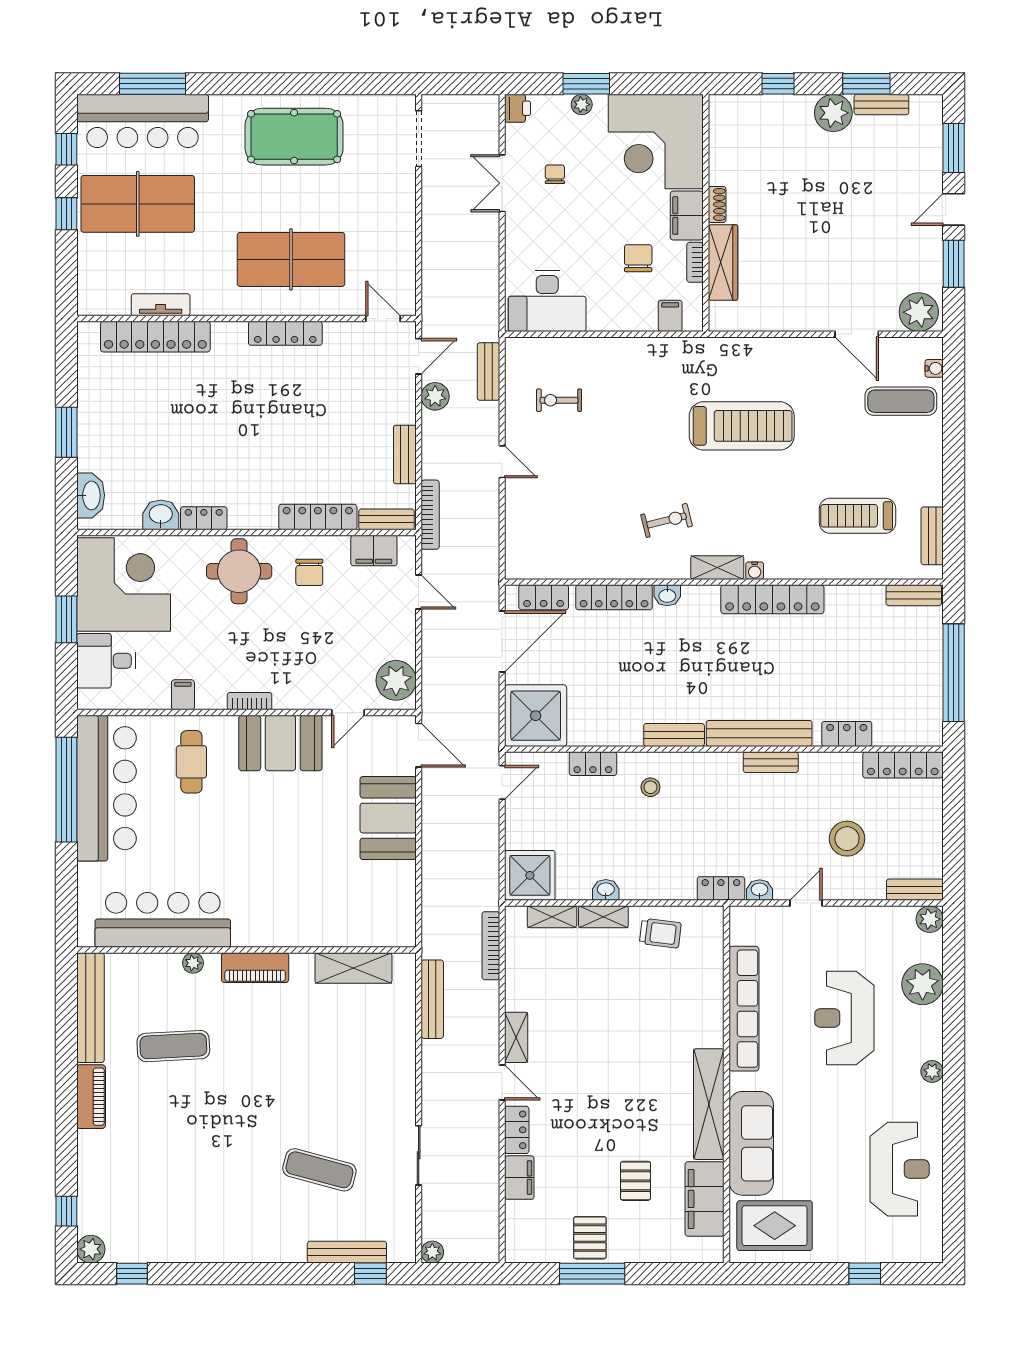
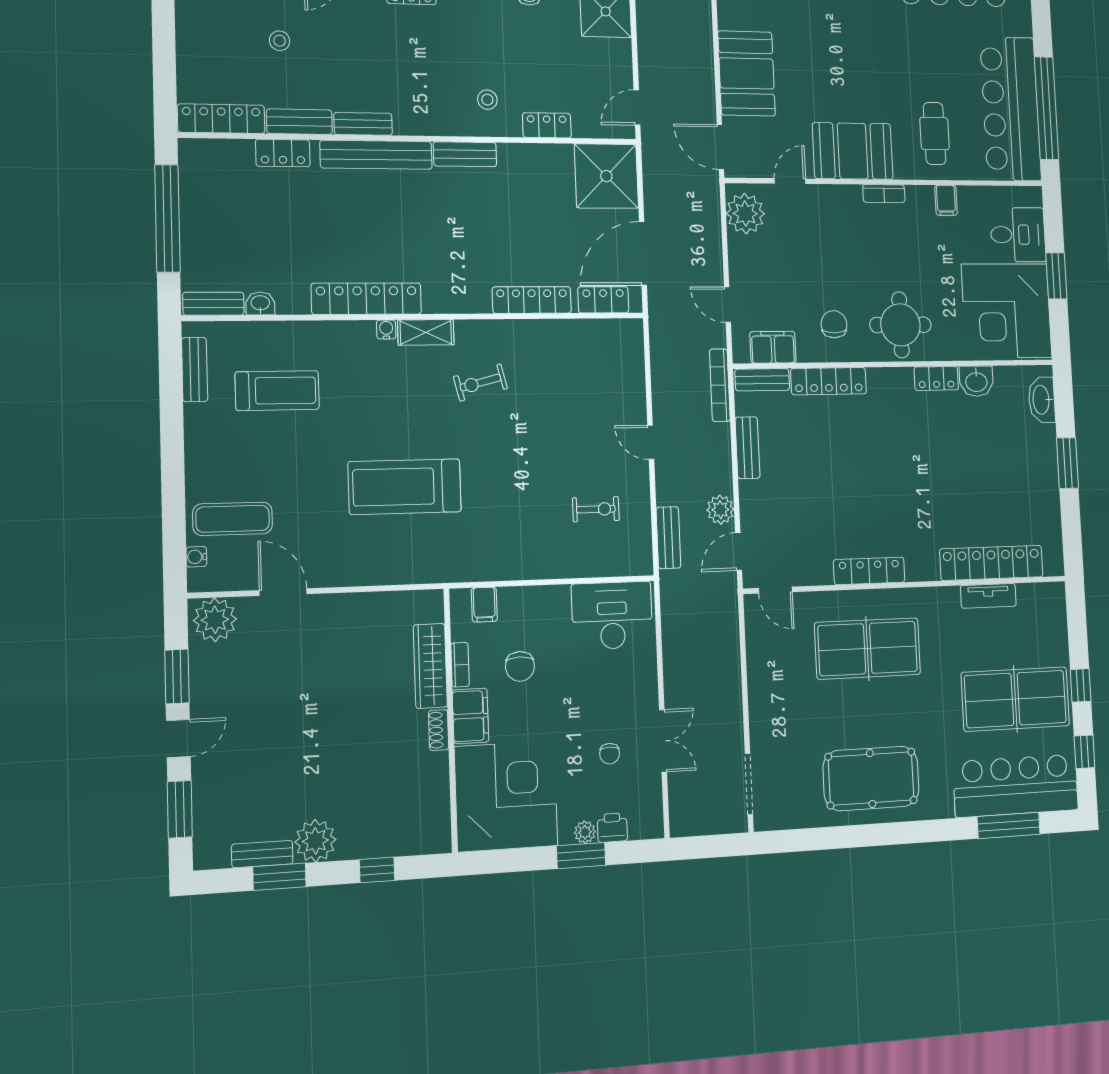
printer: (518, 108) -> (612, 828), moved, turned 90
washbasin: (667, 595) -> (260, 303), moved
bench: (831, 763) -> (299, 122), added
stool: (847, 839) -> (280, 41), width x0.53, depth x0.53

